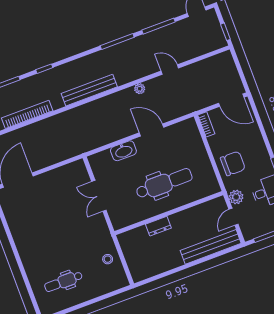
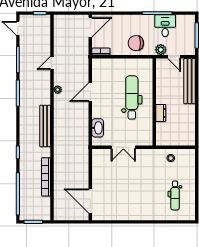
washbasin: (123, 151) -> (98, 128), moved
chair: (233, 163) -> (136, 43), turned -90

